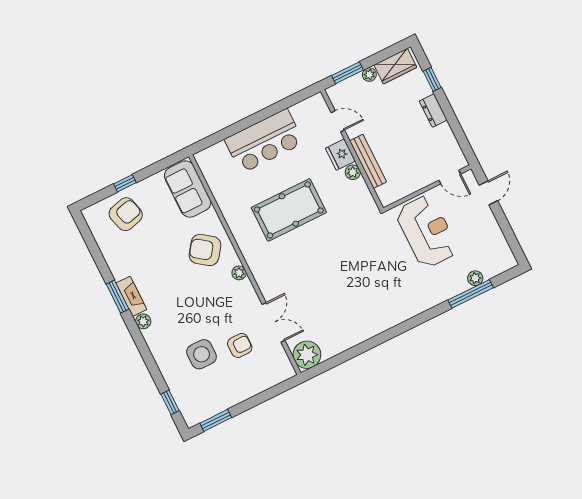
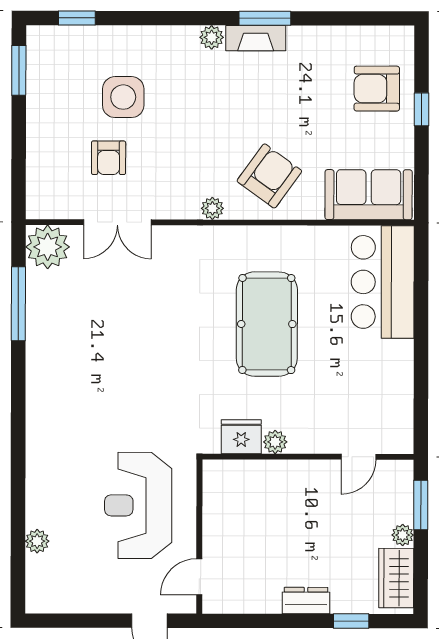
bar counter: (264, 141) -> (383, 282), moved
fridge: (340, 155) -> (241, 437), moved
bench: (368, 161) -> (280, 471), removed
armchair: (126, 214) -> (377, 89), turned 105
reception desk: (427, 231) -> (138, 505), turned 90
window: (471, 294) -> (18, 304), moved

